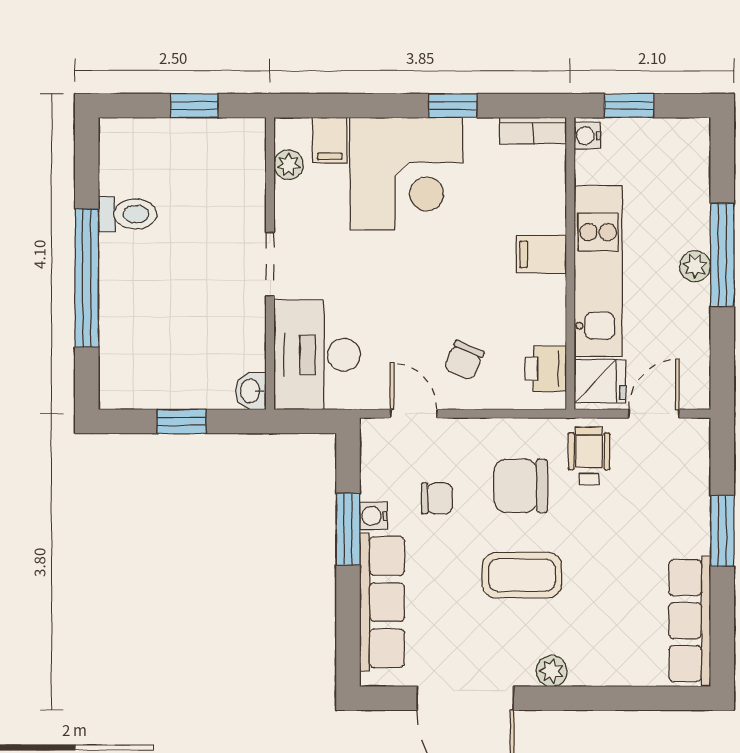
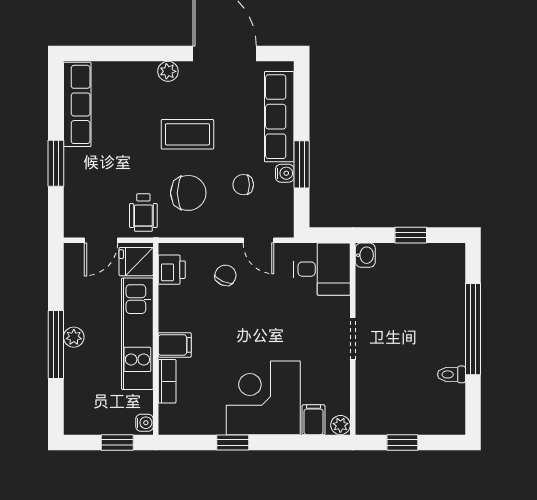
bookcase: (533, 131) -> (167, 381), moved, turned 90
plant: (289, 165) -> (340, 425), moved
toilet: (128, 214) -> (451, 374), width x0.73, depth x0.72
desk: (317, 355) -> (322, 269), width x0.73

